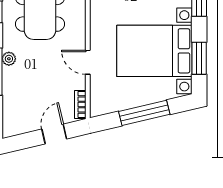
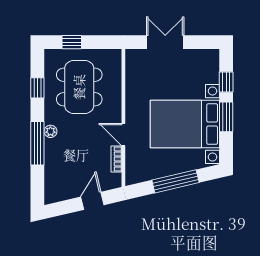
window: (199, 58) -> (226, 117), moved
bookcase: (80, 104) -> (116, 159), moved

